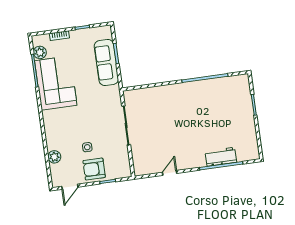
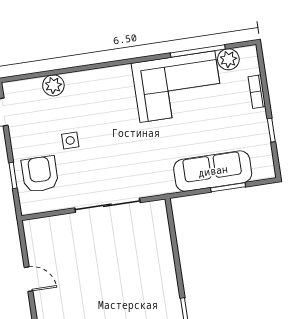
armchair: (94, 169) -> (40, 174), moved

